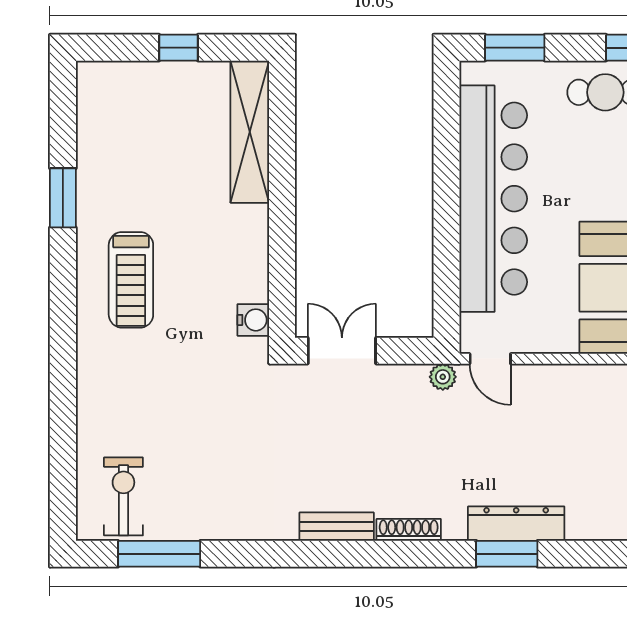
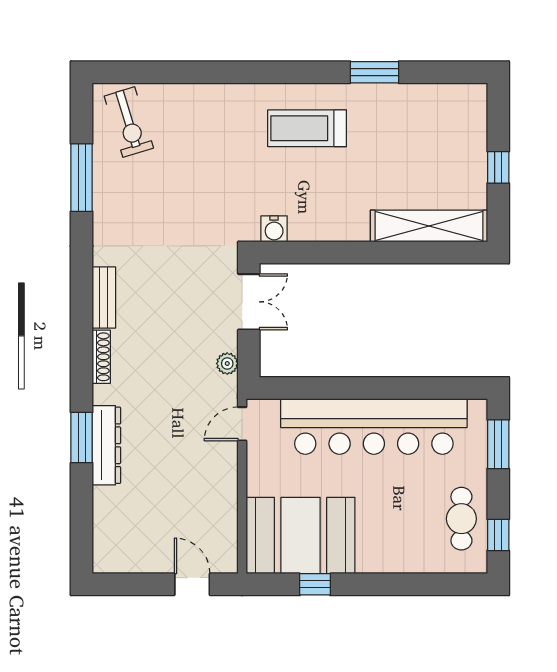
plant: (443, 377) -> (227, 364), moved
exercise bike: (123, 496) -> (129, 122), turned 73
window: (159, 554) -> (82, 178), moved

